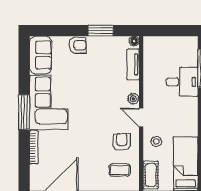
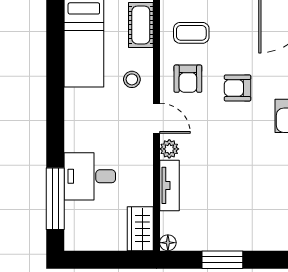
armchair: (78, 45) -> (238, 88), moved
wardrobe: (151, 50) -> (140, 229), added
tv unit: (133, 64) -> (170, 185), moved

